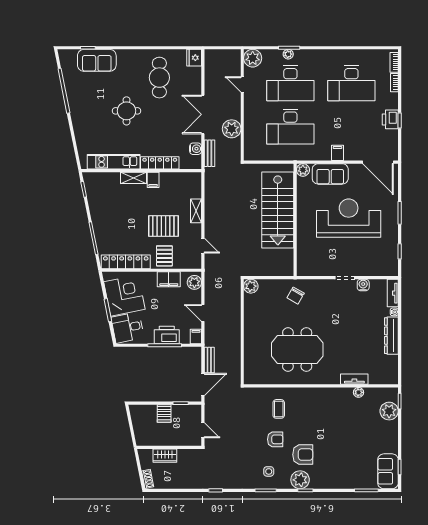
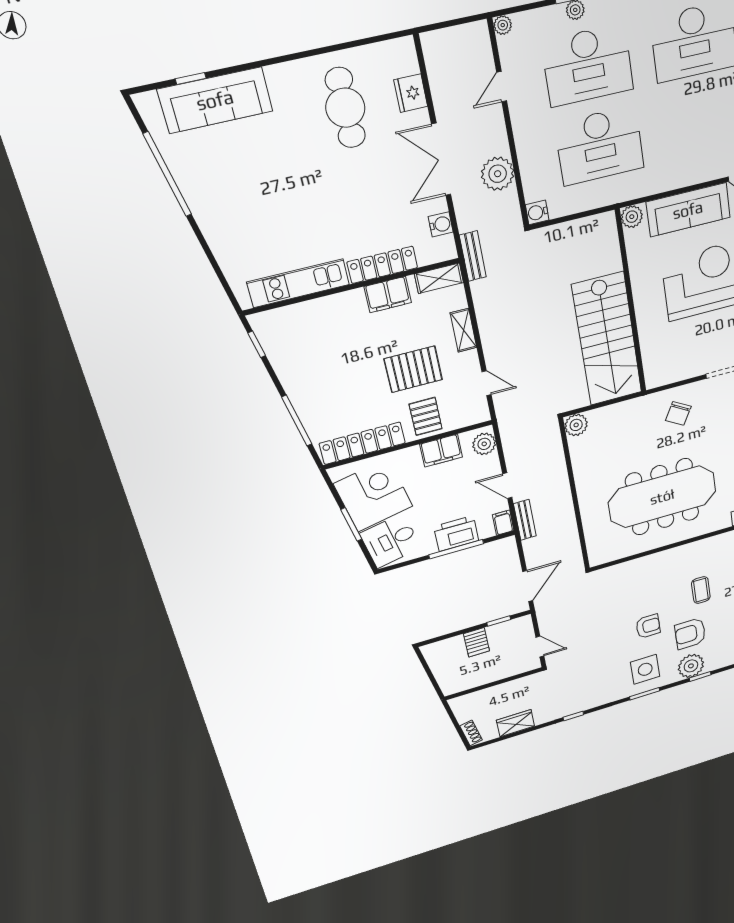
fridge: (194, 58) -> (411, 93), moved
plant: (253, 58) -> (503, 25), width x0.53, depth x0.53
sofa: (97, 60) -> (215, 100), width x1.36
door: (242, 84) -> (502, 87), hinge flipped
round table: (127, 111) -> (299, 185), removed
bench: (209, 153) -> (473, 256), moved
filing cabinet: (337, 153) -> (685, 173), removed
water cooler: (250, 155) -> (537, 212), added
sofa: (330, 174) -> (688, 210), width x1.36
shelving: (133, 178) -> (439, 278), moved
filing cabinet: (153, 180) -> (388, 295), width x2.00
stairs: (278, 210) -> (607, 339), moved
chair: (296, 296) -> (678, 413), moved
meeting table: (297, 350) -> (662, 497), width x1.36
bench: (209, 360) -> (525, 520), moved
coffee table: (279, 409) -> (701, 590), moved
armchair: (303, 455) -> (690, 633), turned 180
wardrobe: (165, 456) -> (515, 723), moved, turned 180
side table: (269, 471) -> (645, 669), width x1.87, depth x1.87

